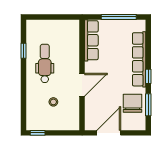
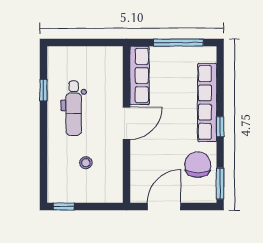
dental chair: (45, 63) -> (74, 108), turned 180
door: (82, 85) -> (126, 123), moved
window: (148, 105) -> (220, 183), moved

